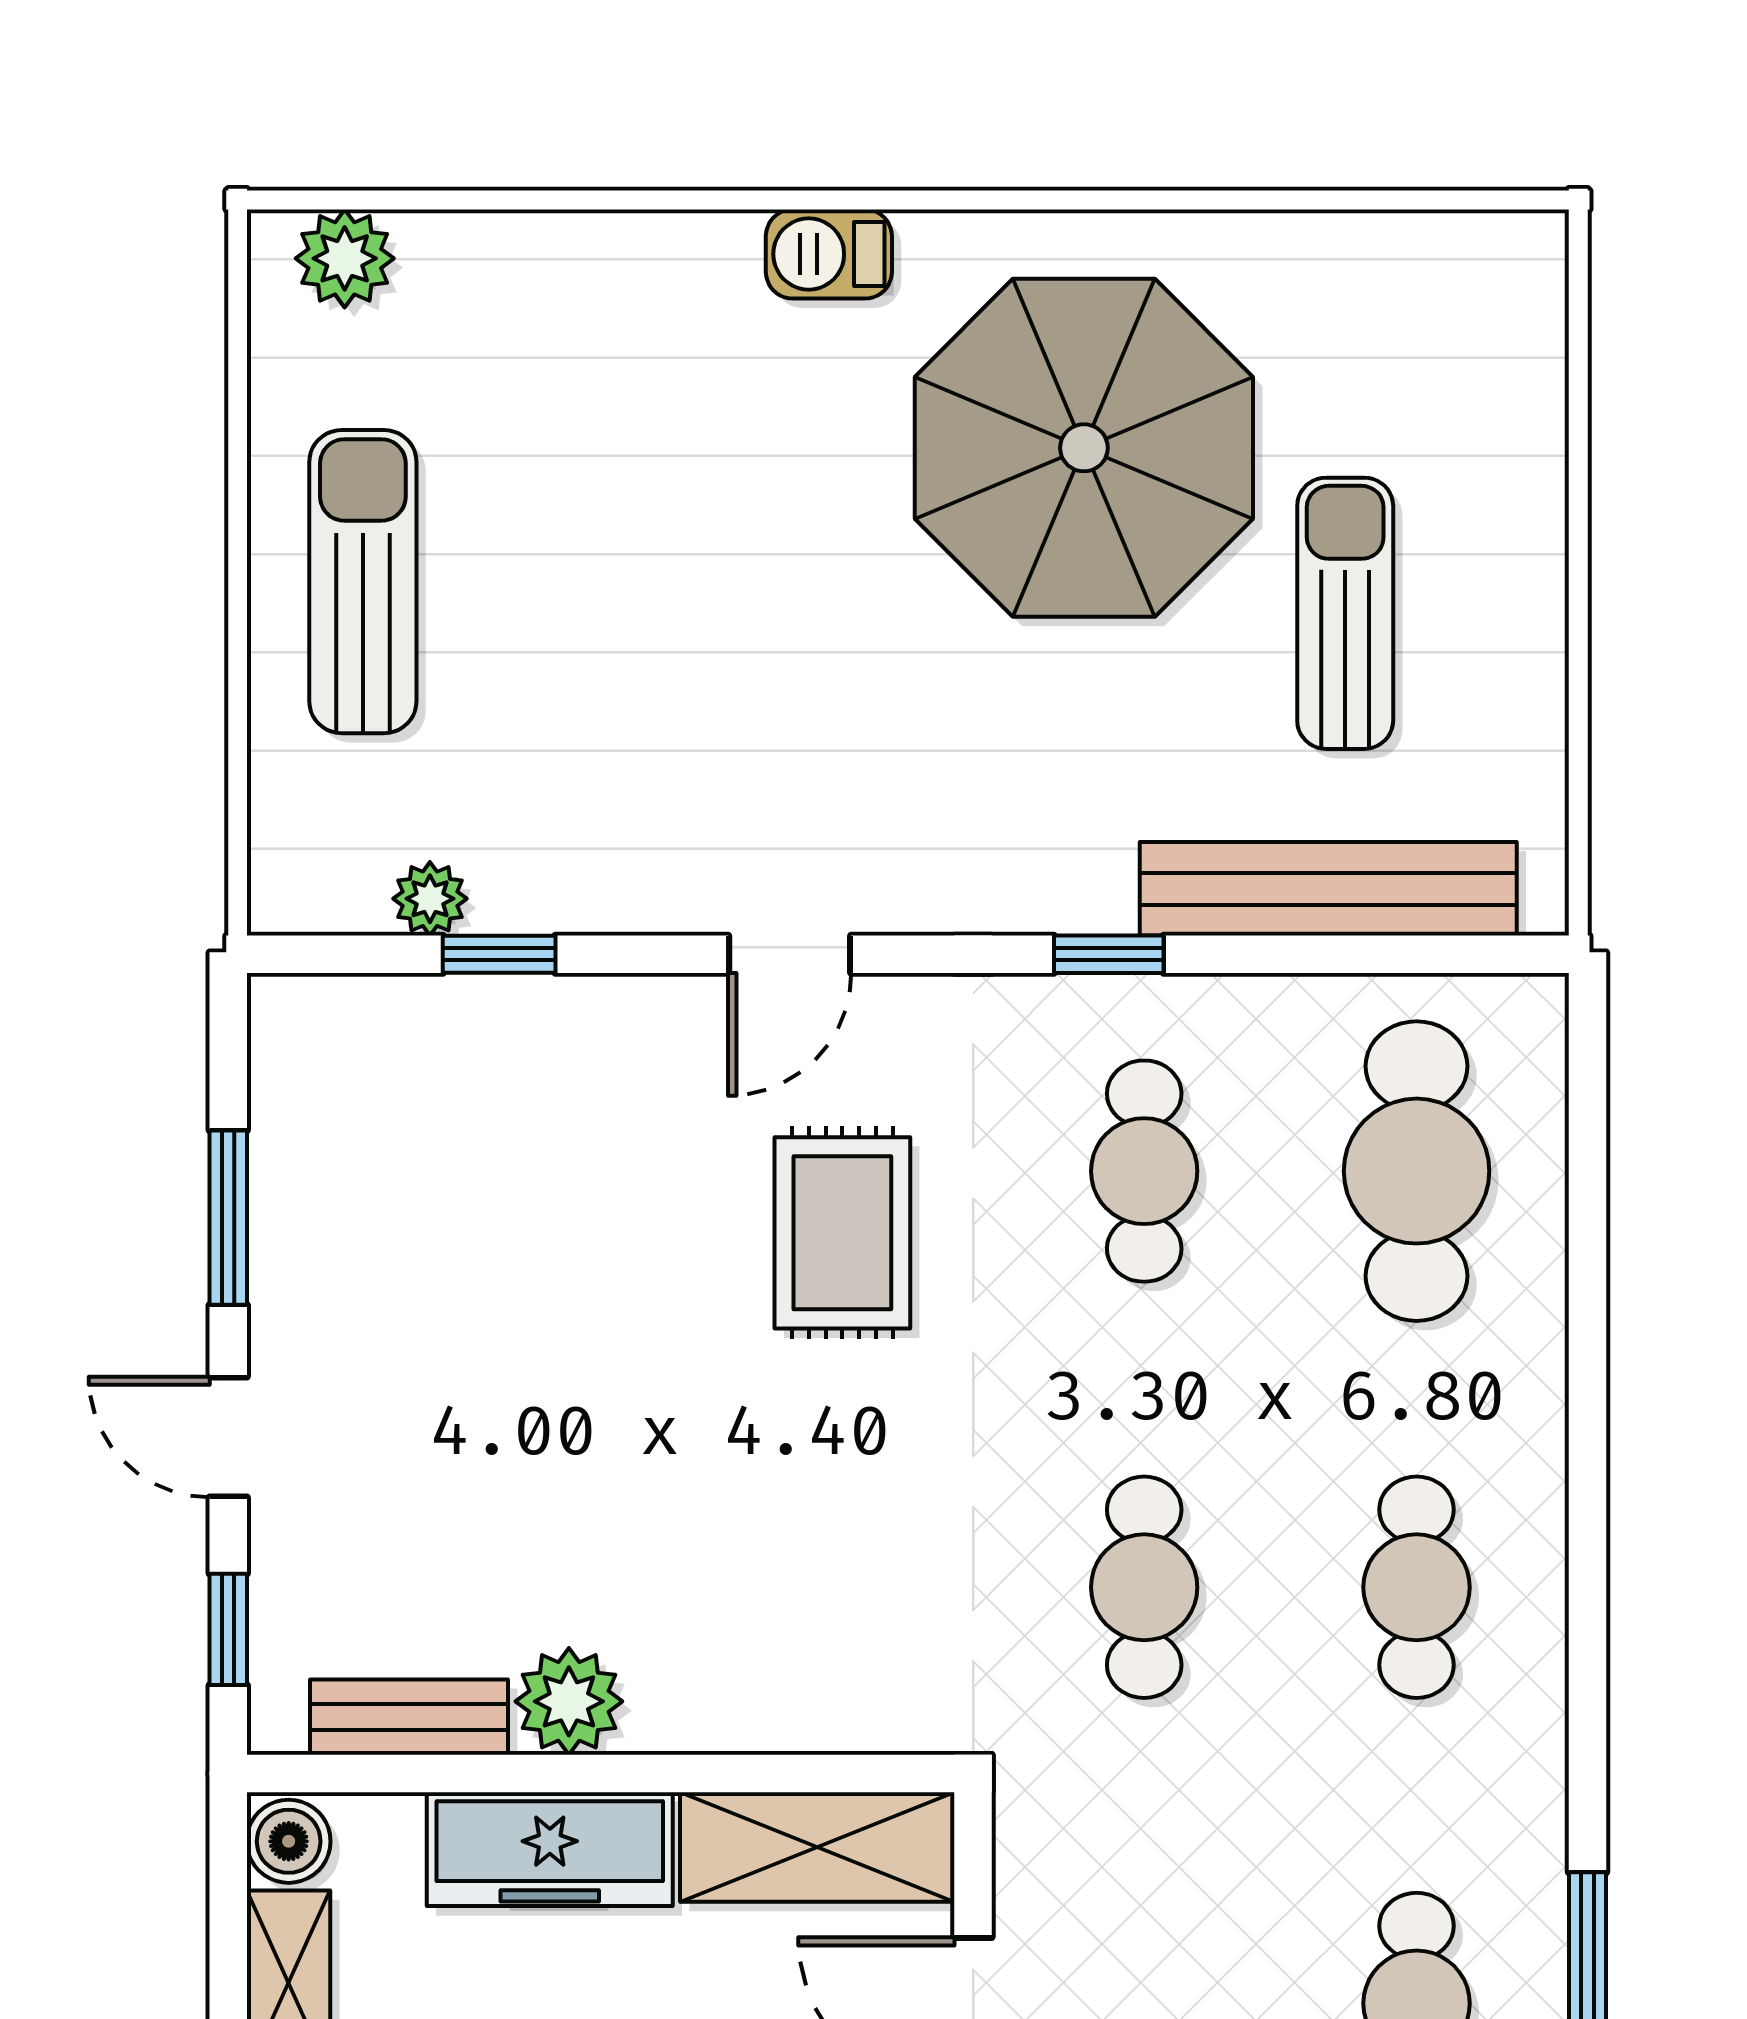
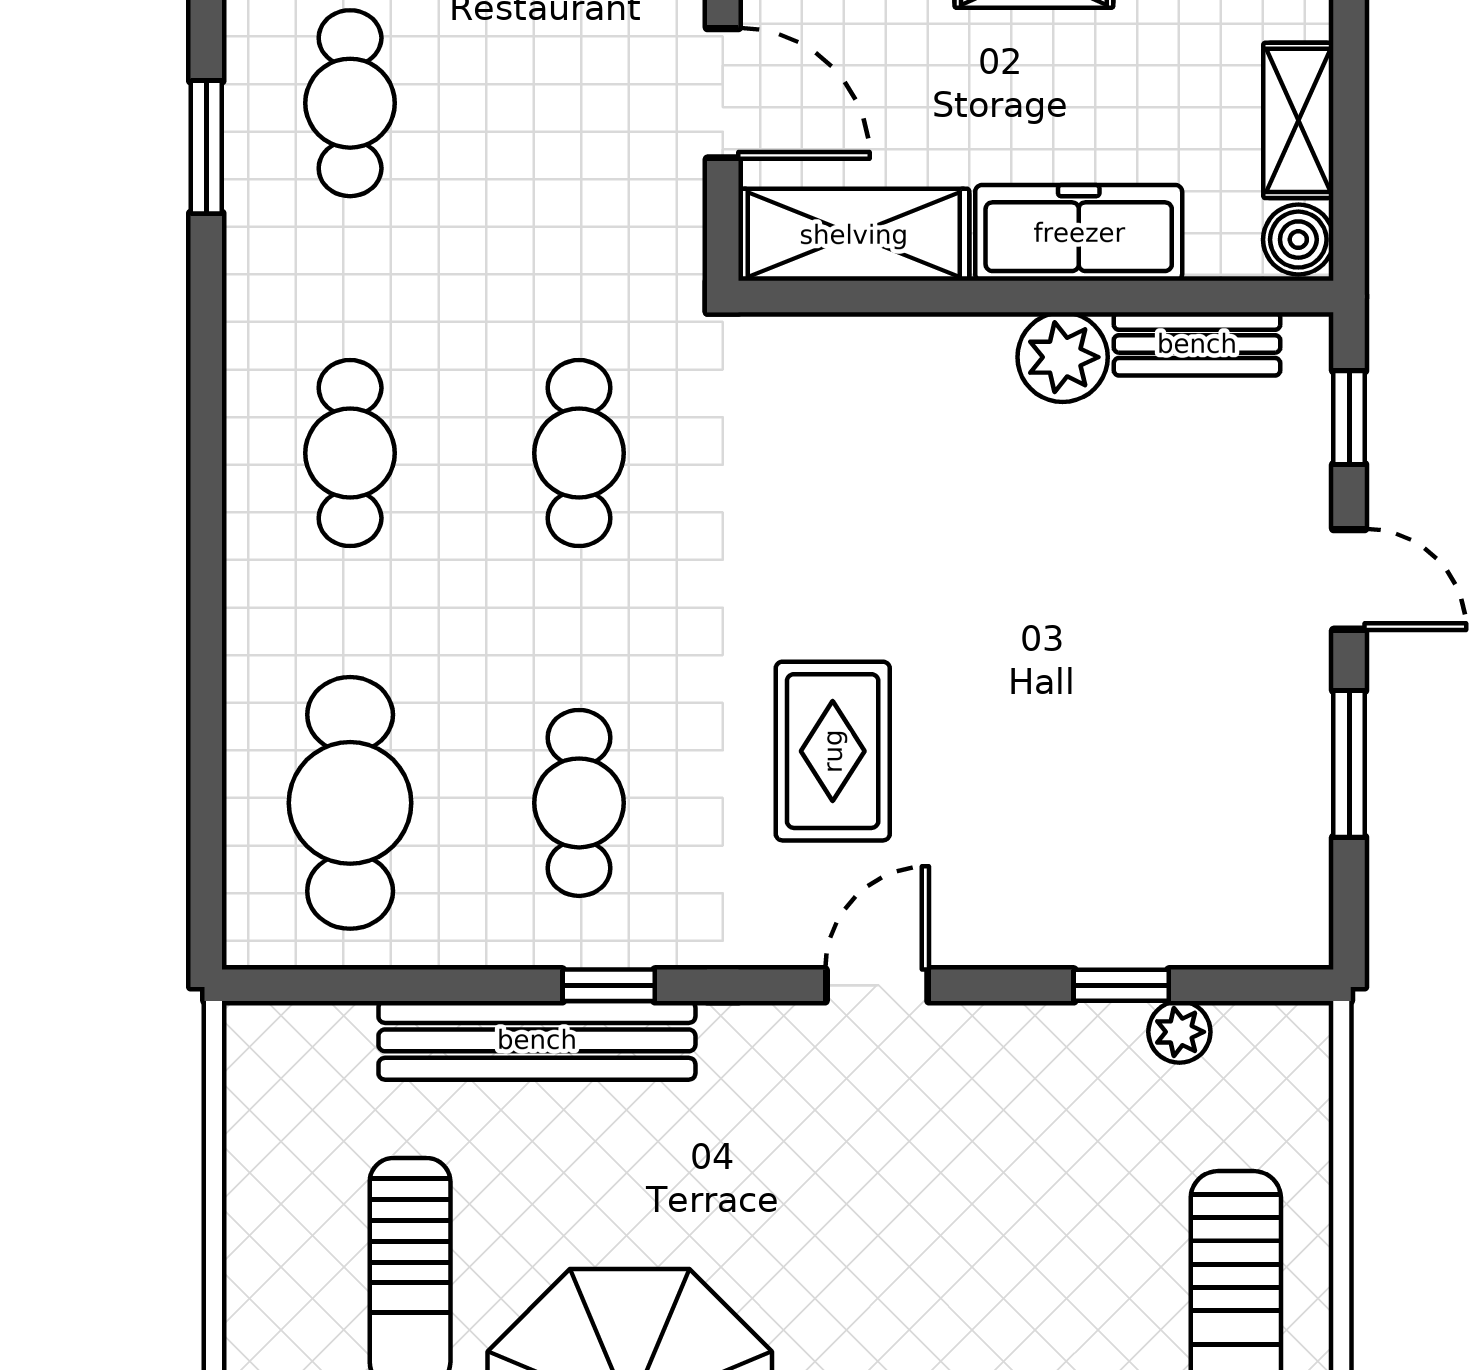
bench: (1328, 889) -> (537, 1040), moved

